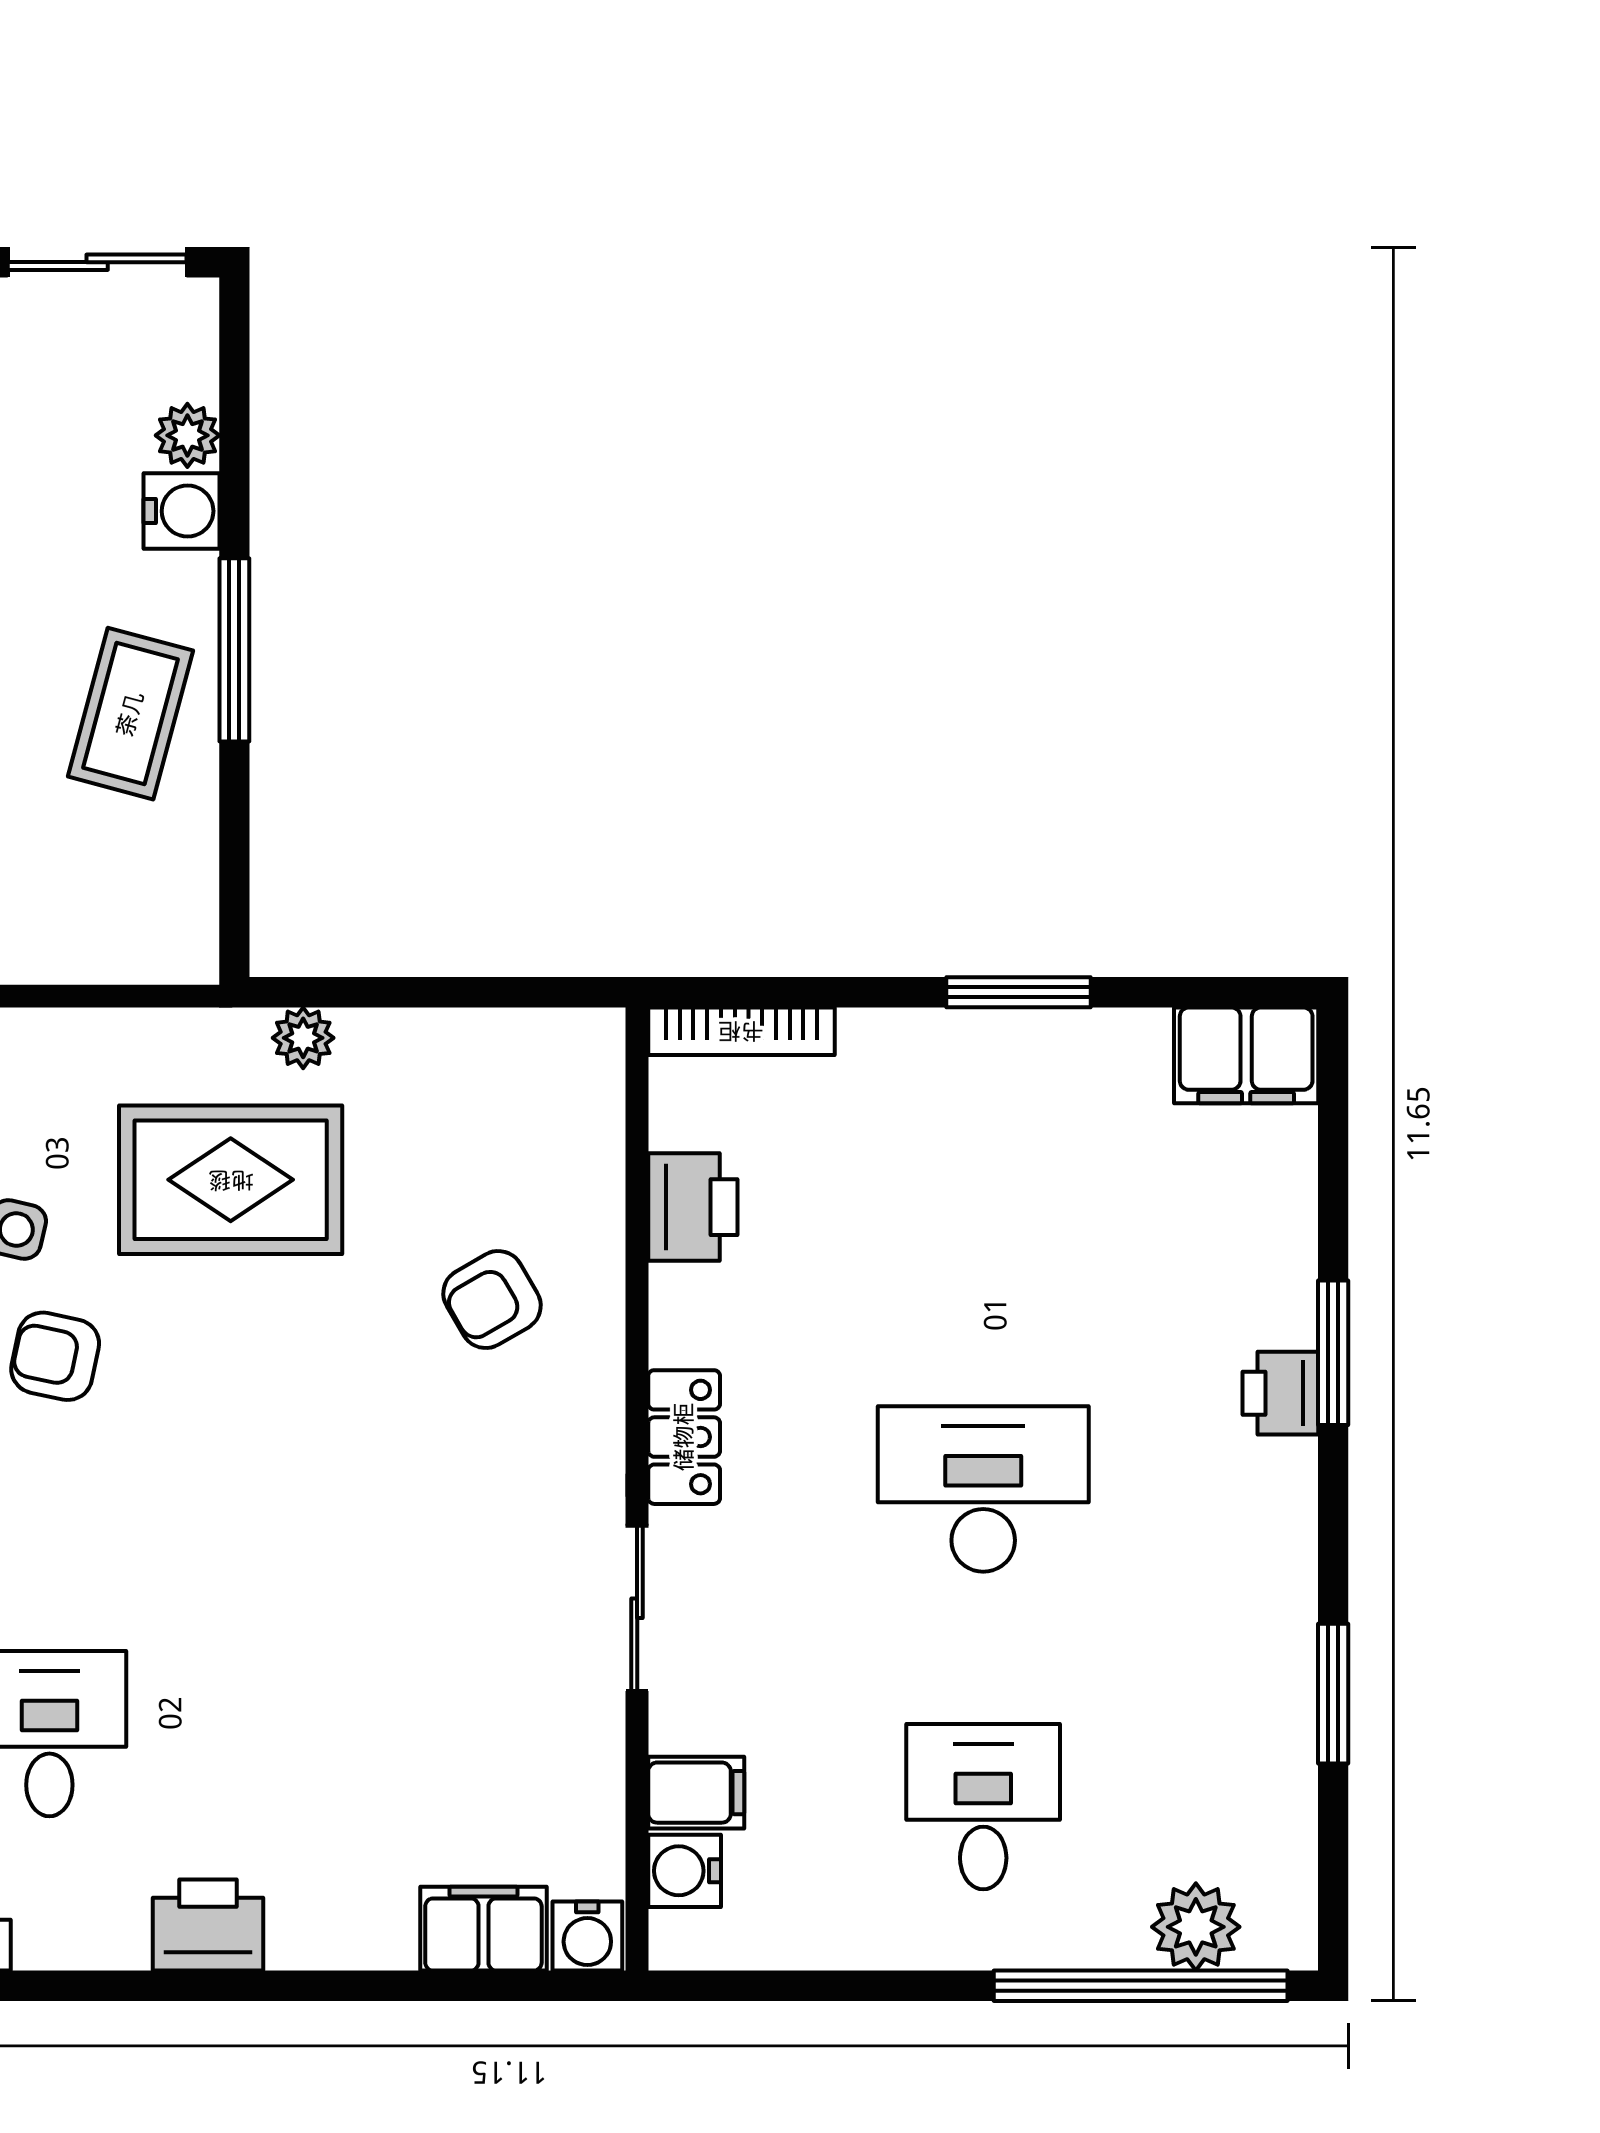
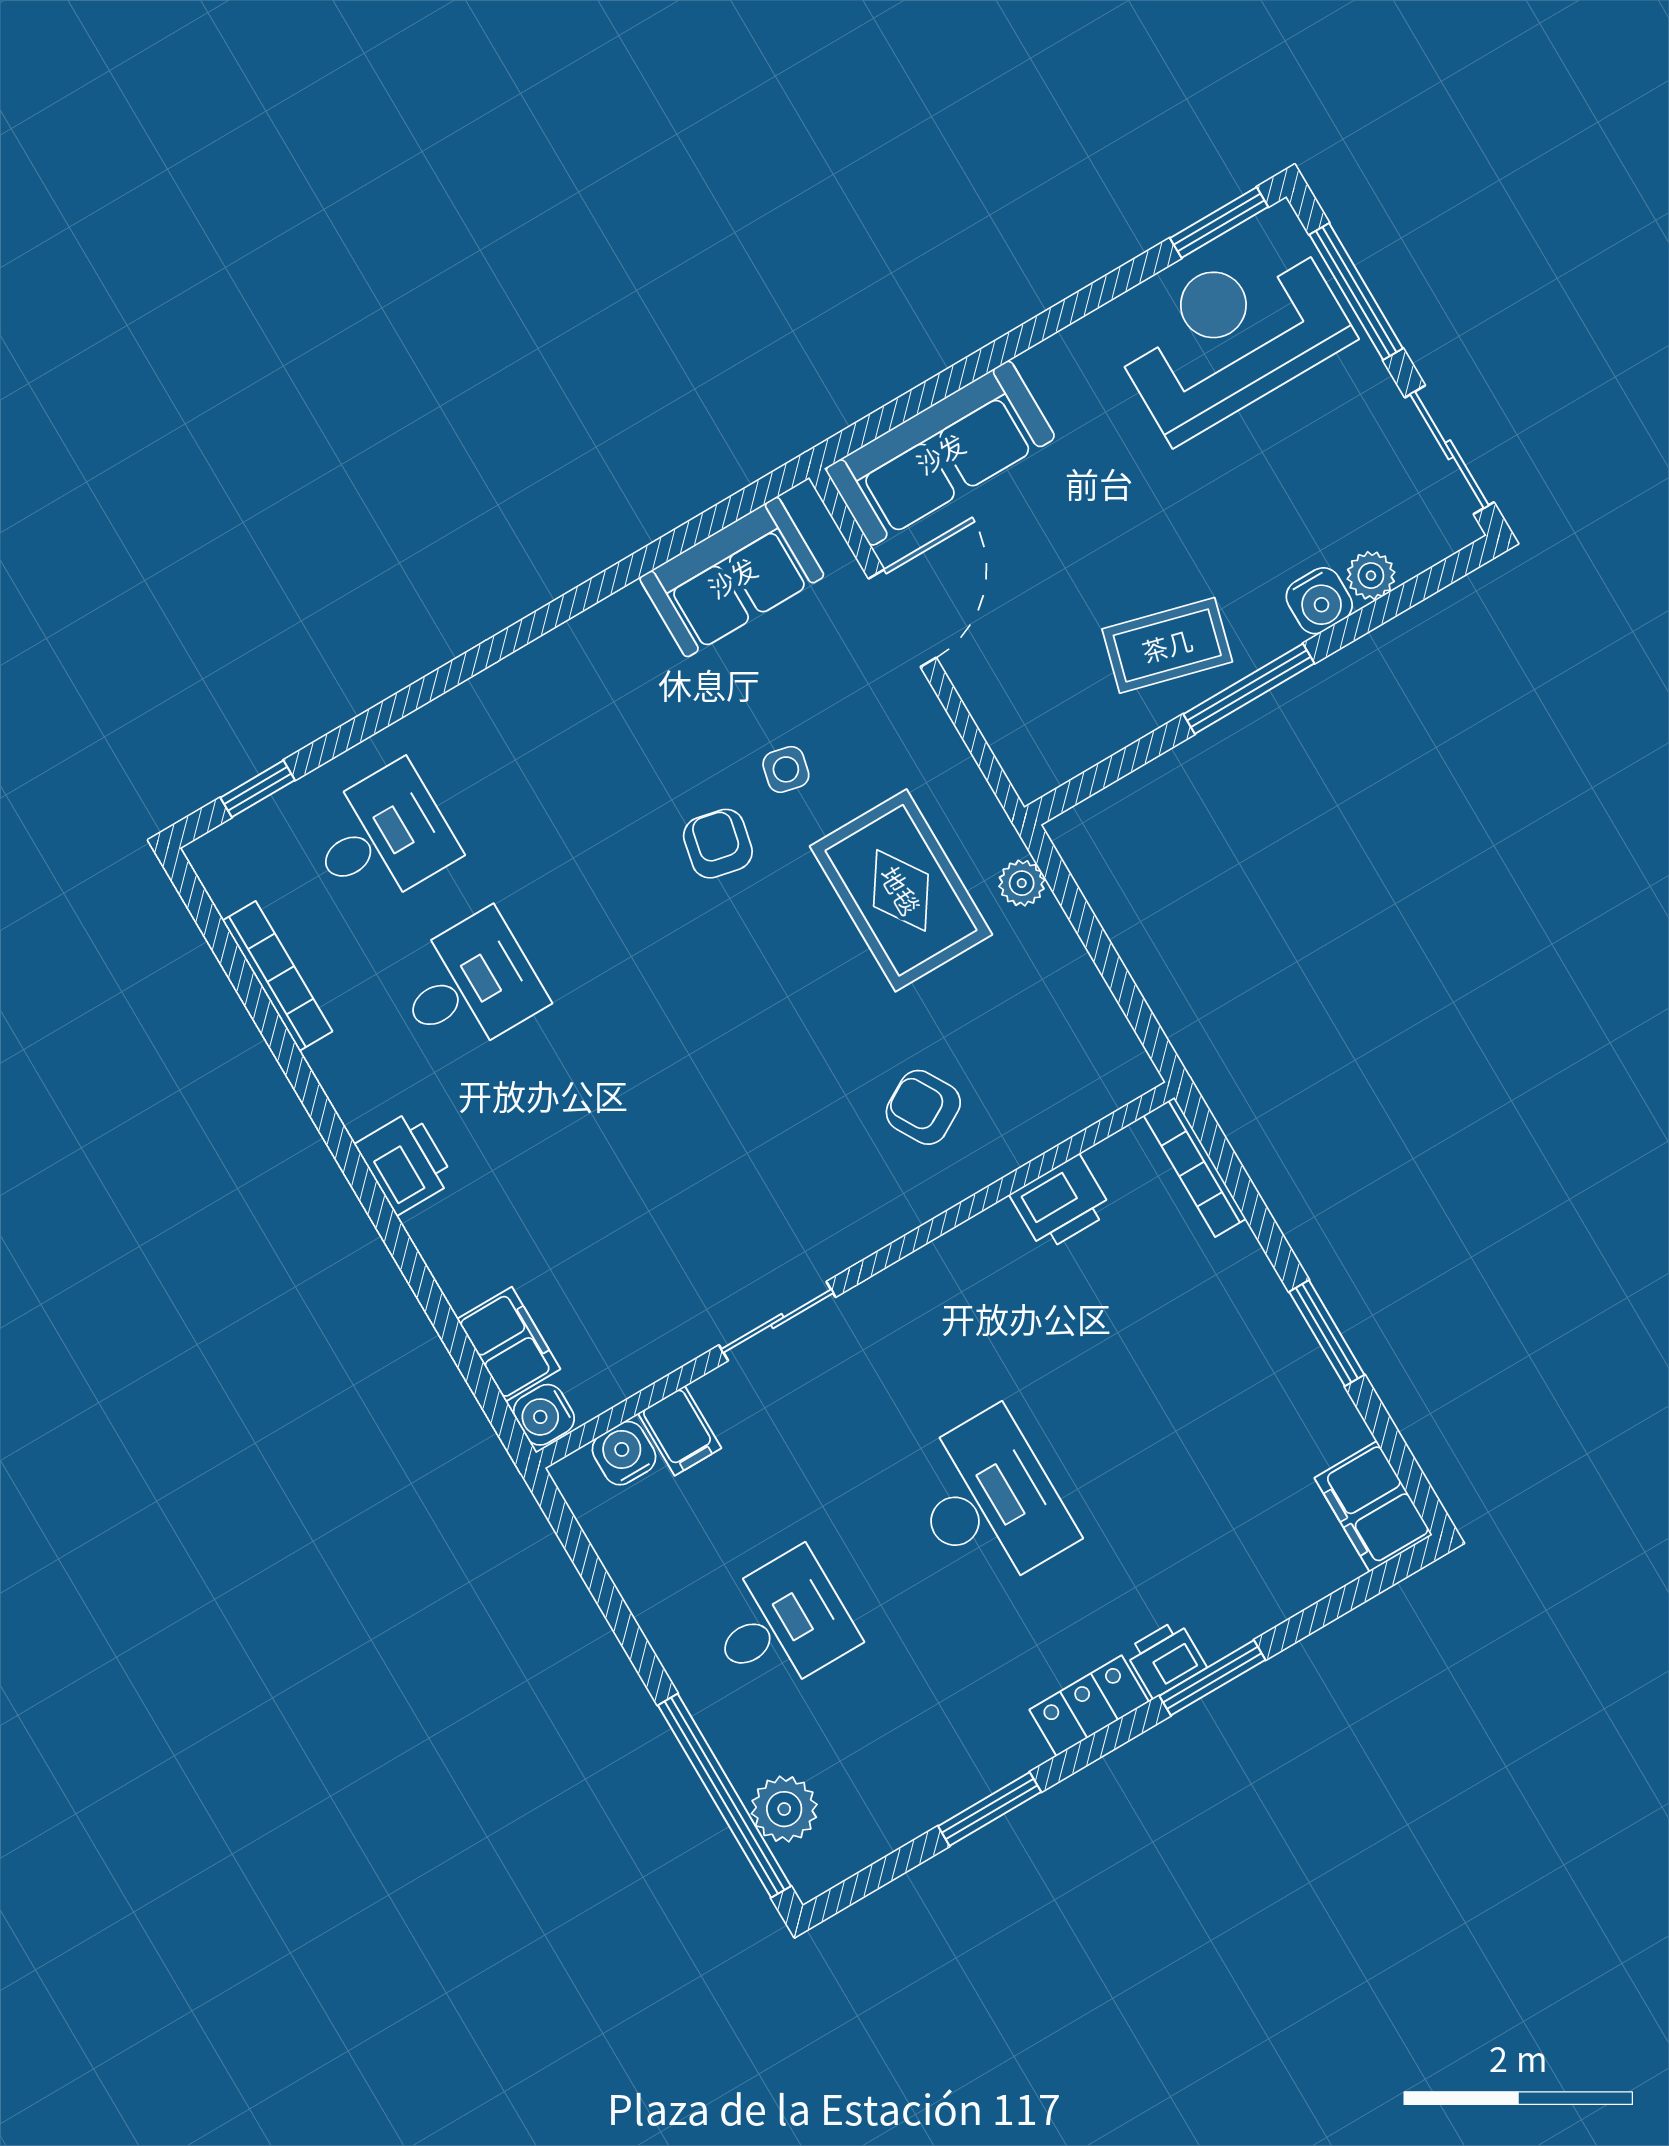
locker: (684, 1437) -> (1089, 1706), moved, turned 180

